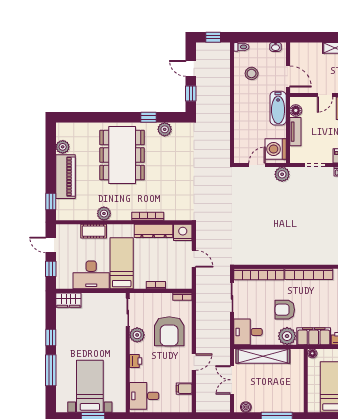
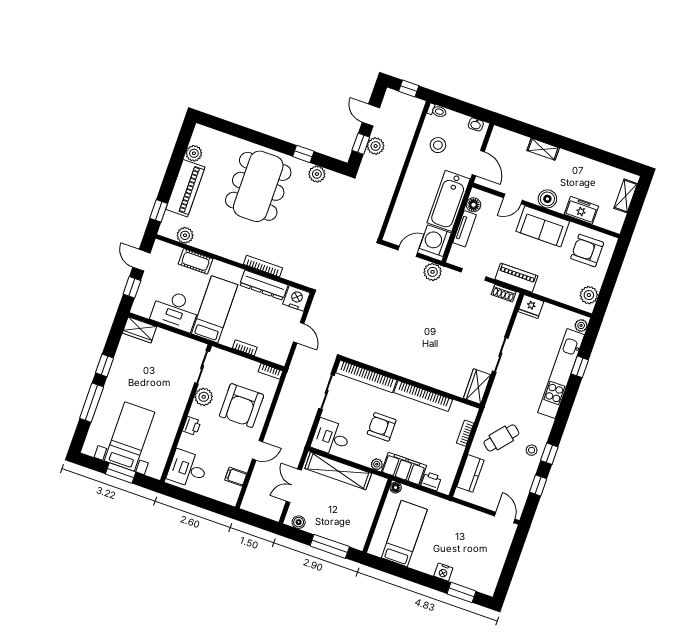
plant: (203, 91) -> (376, 146), added
bathtub: (278, 108) -> (449, 201), width x1.36, depth x1.36
plant: (104, 214) -> (185, 235), moved
plant: (287, 336) -> (377, 464), width x0.53, depth x0.53

